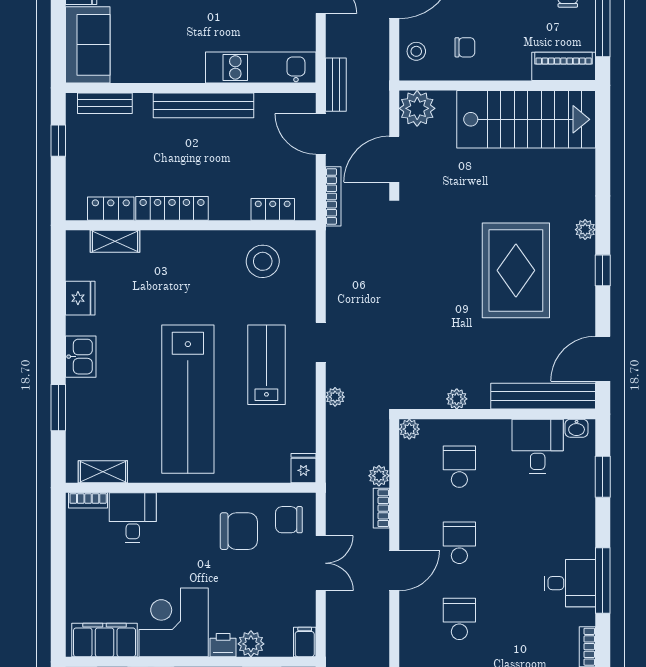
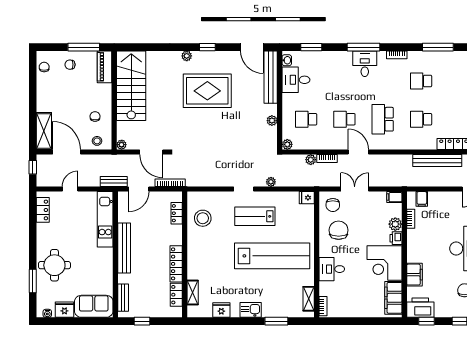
plant: (417, 108) -> (122, 145), width x0.53, depth x0.53
desk: (133, 518) -> (332, 269), moved
school desk: (459, 619) -> (383, 119), width x1.85

